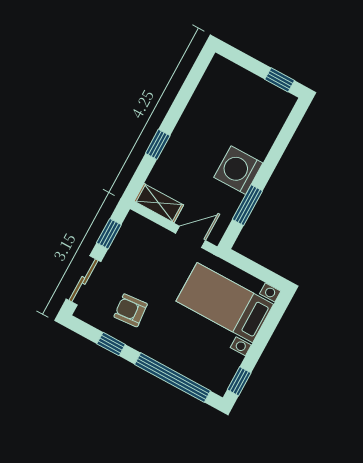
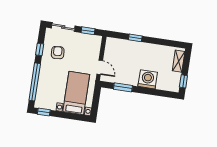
washing machine: (238, 170) -> (148, 79), moved
shelving: (159, 203) -> (179, 61), moved

